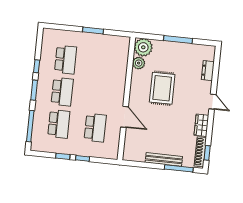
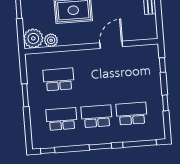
window: (37, 66) -> (48, 151), moved
school desk: (95, 128) -> (59, 79), moved
window: (83, 158) -> (162, 65), moved

